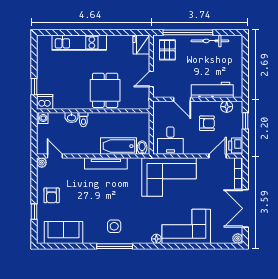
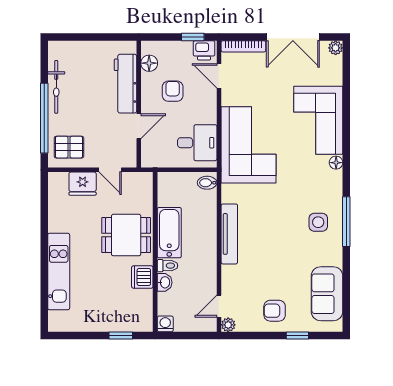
fridge: (141, 45) -> (83, 184), moved
dishwasher: (45, 102) -> (142, 277), moved
window: (245, 121) -> (193, 37), moved
bathtub: (118, 146) -> (169, 233), moved, turned 180
armchair: (52, 195) -> (275, 311), turned 180

